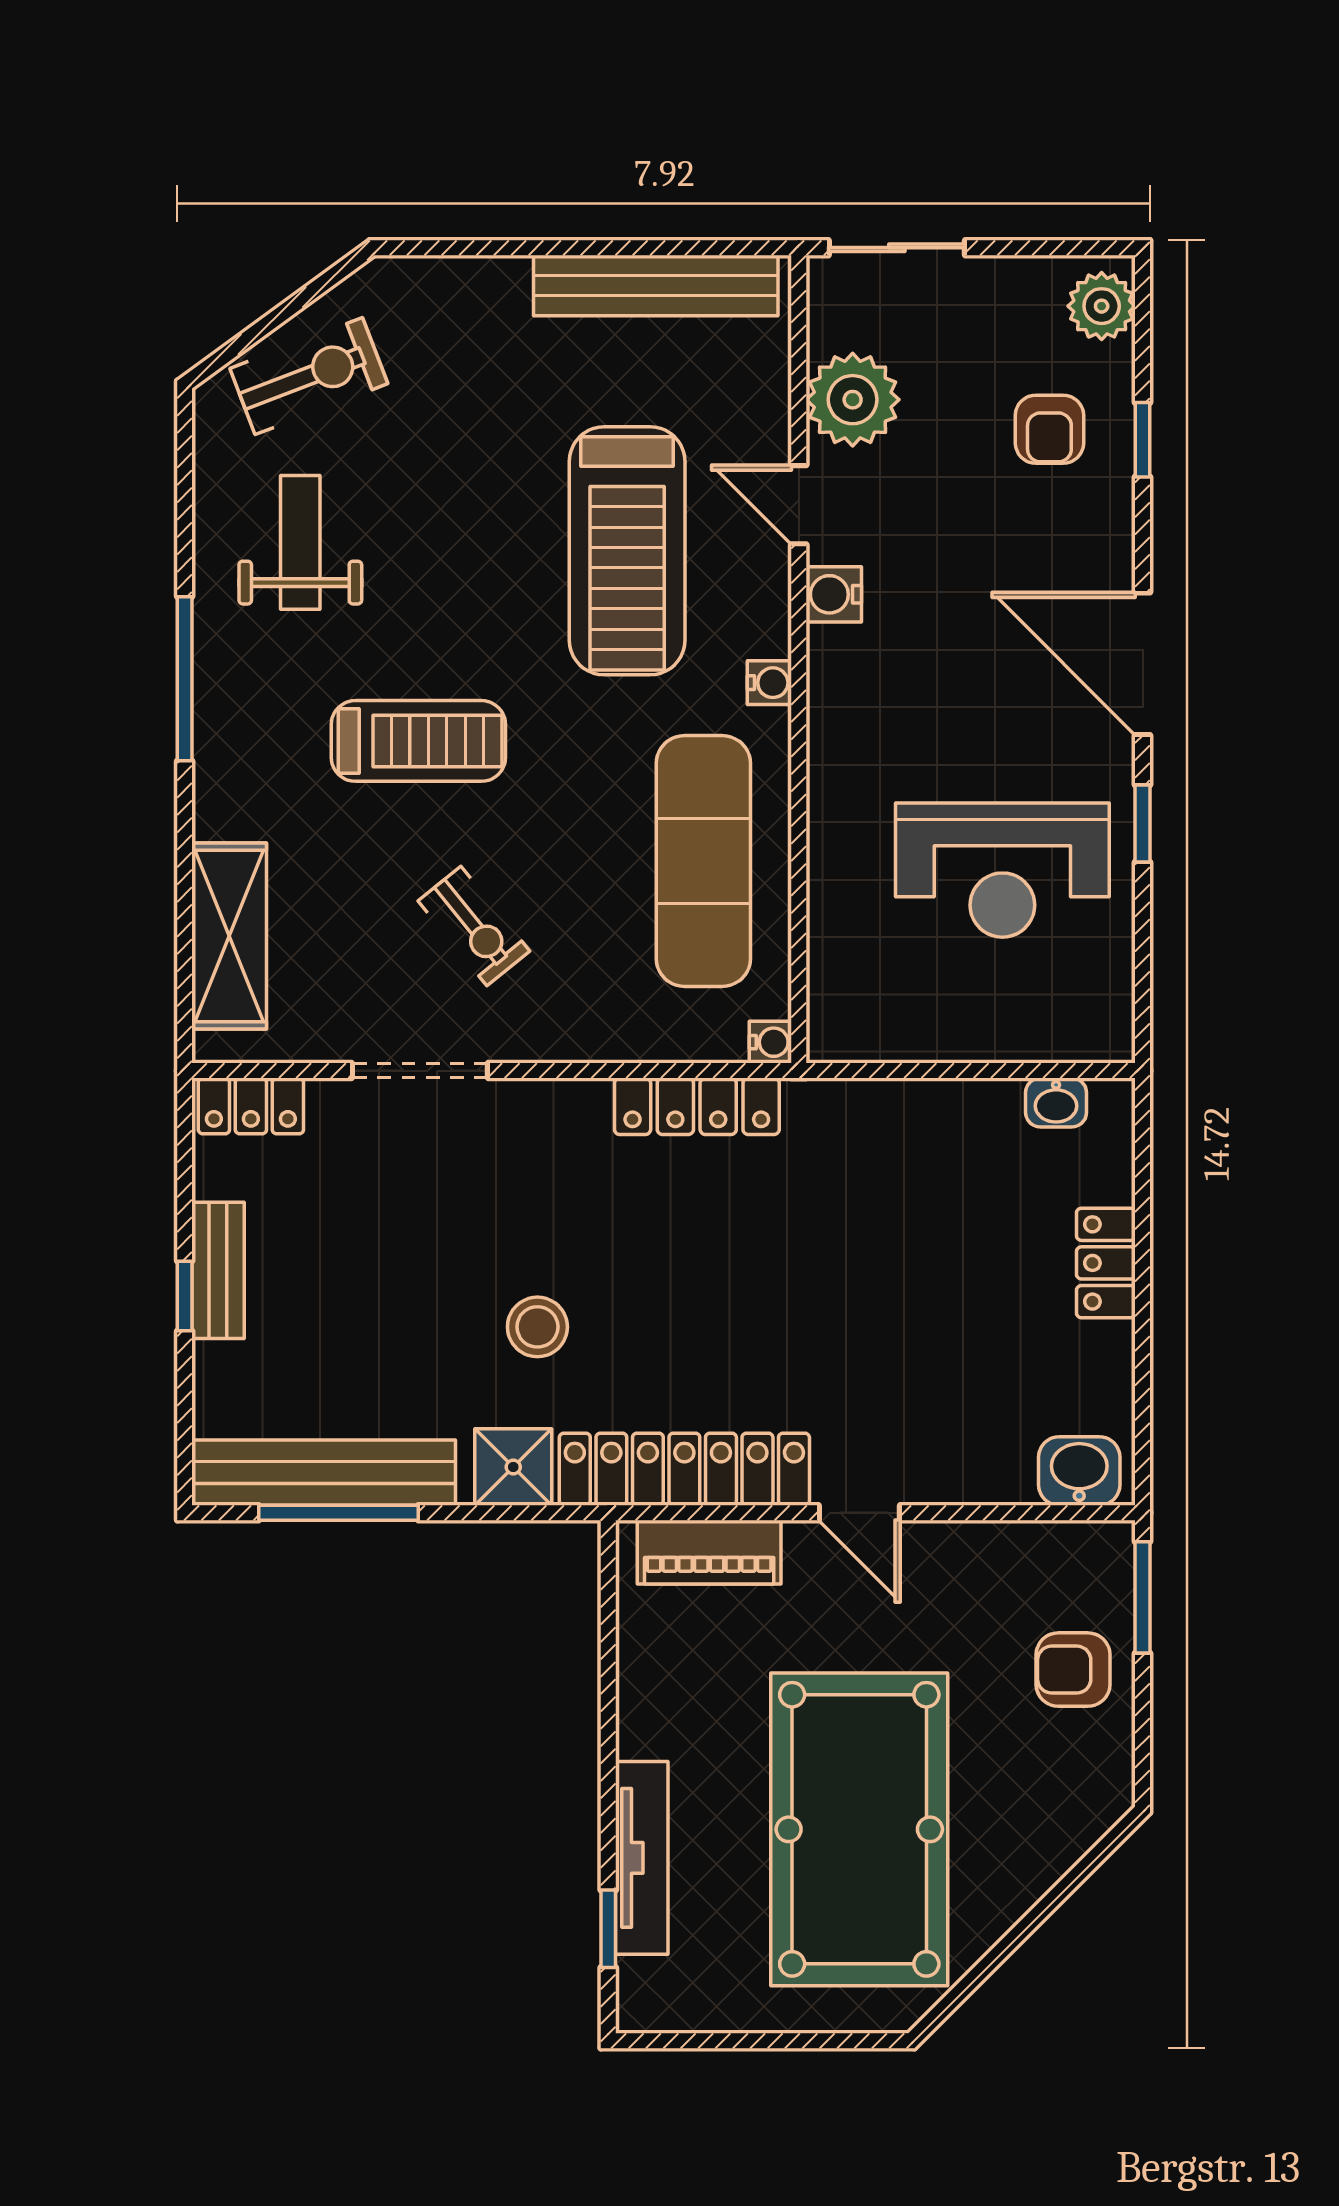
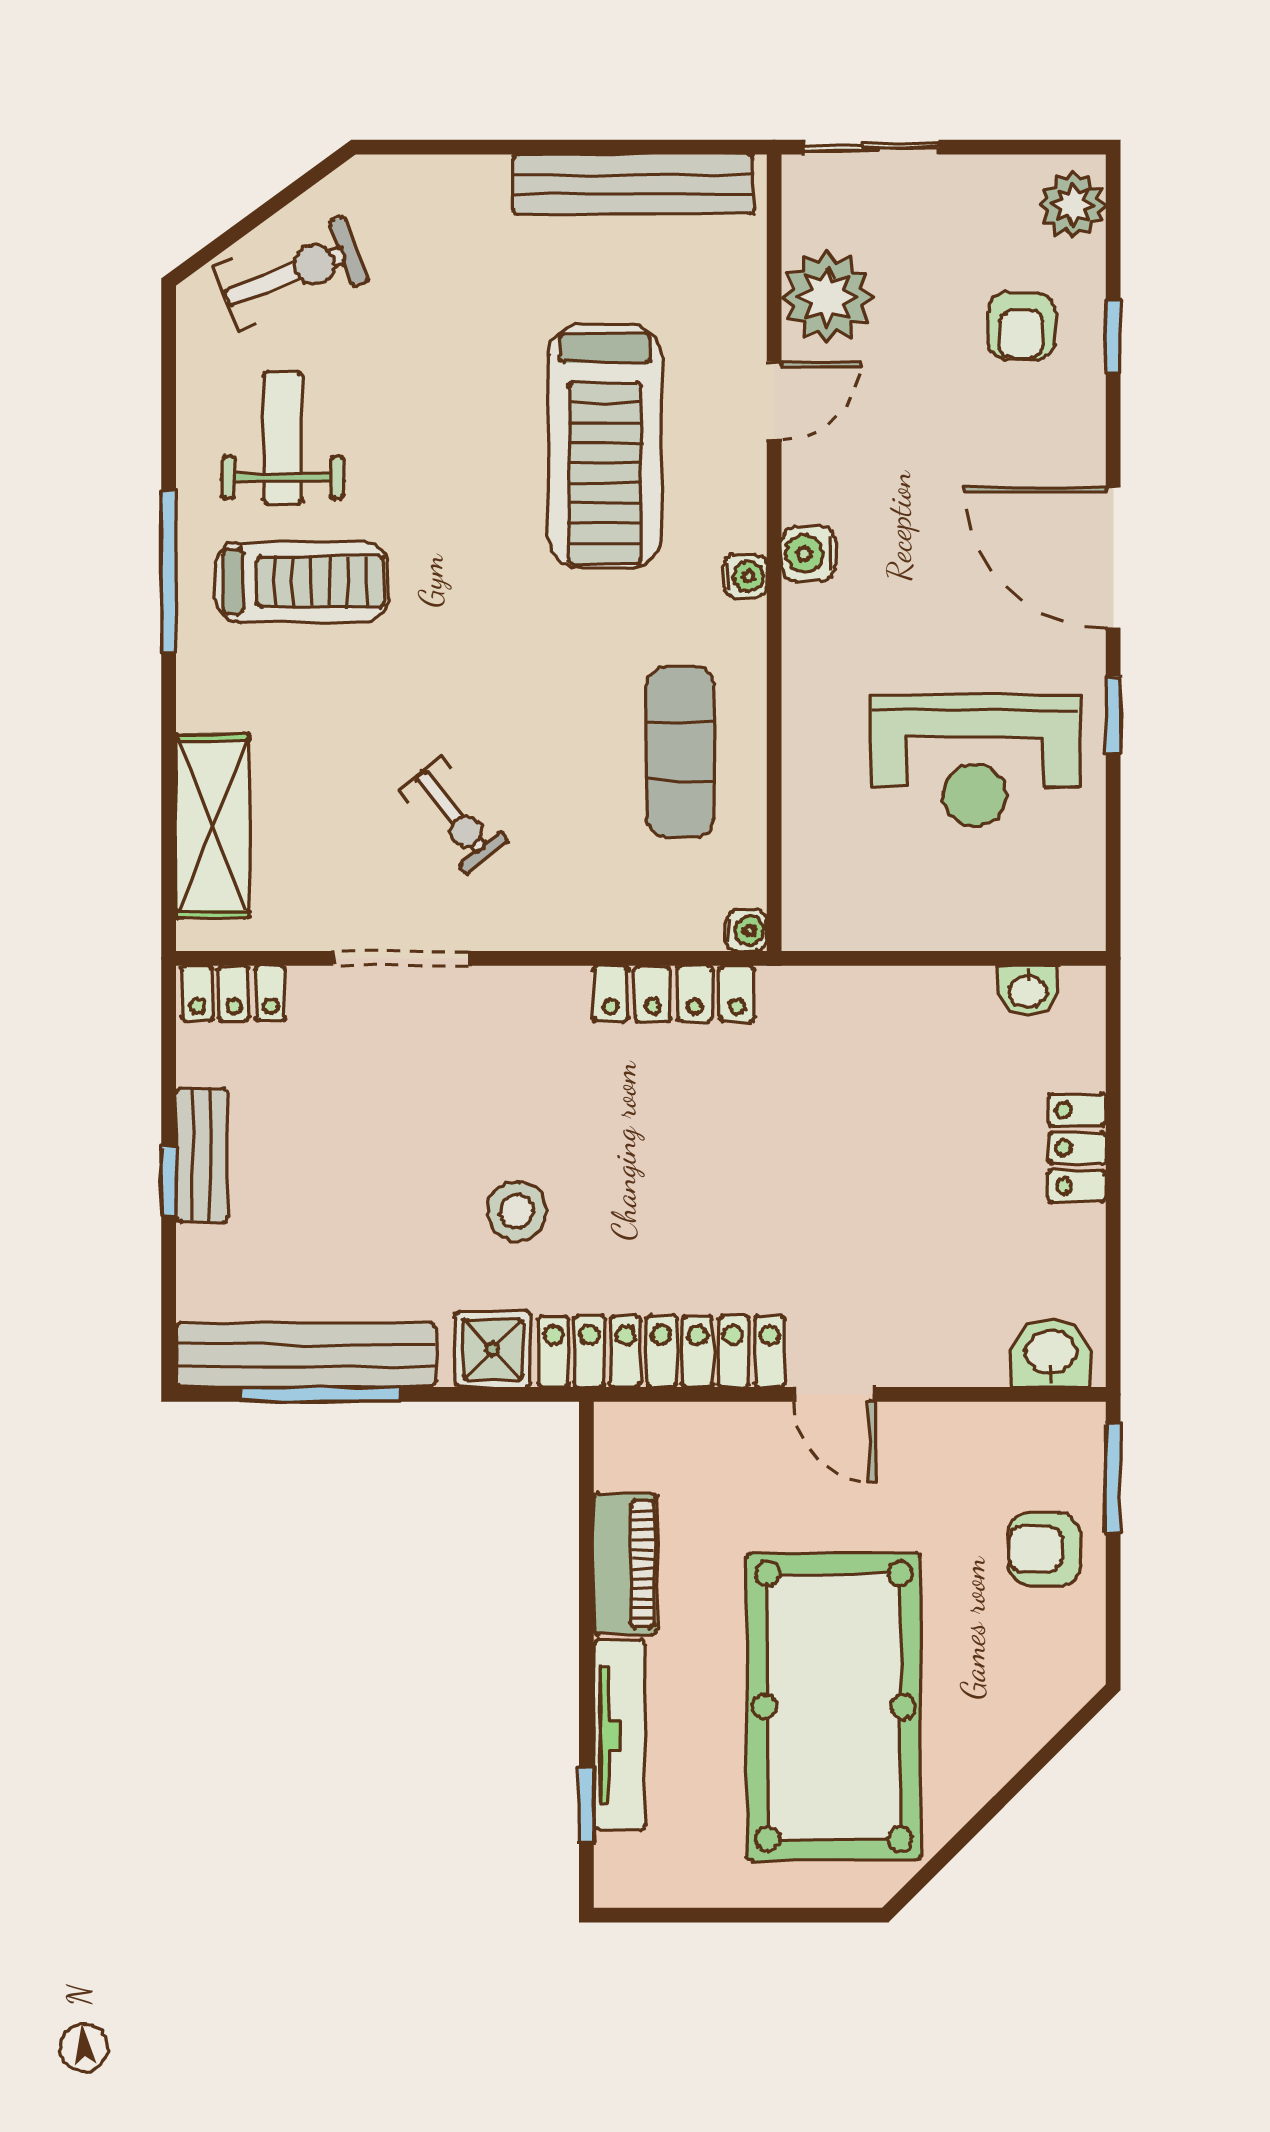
door: (799, 505) -> (774, 401), swing flipped
water cooler: (834, 594) -> (809, 554), moved
treadmill: (418, 741) -> (302, 582), moved
exercise mat: (703, 861) -> (680, 752), width x0.73, depth x0.69
piano: (709, 1552) -> (625, 1564), moved, turned -90

